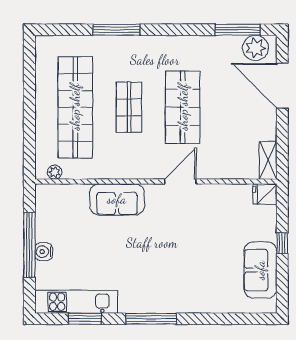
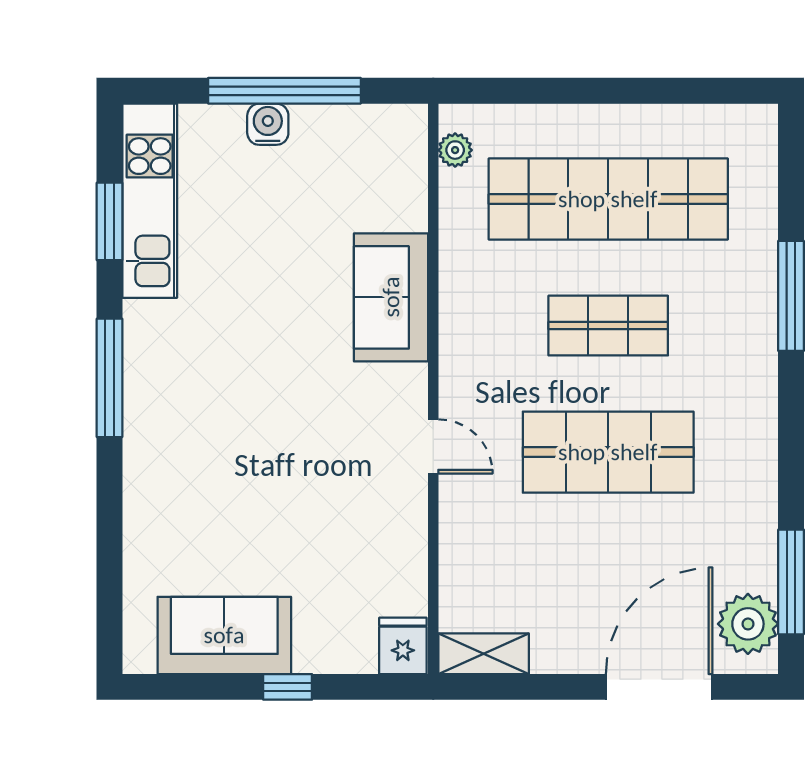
door: (180, 182) -> (433, 446), width x0.73

